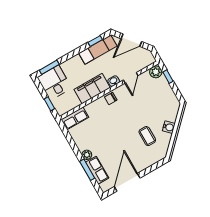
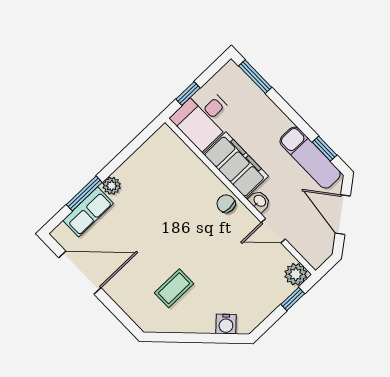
desk: (54, 83) -> (204, 118), moved, turned 180
row of seats: (75, 118) -> (173, 147), removed
water cooler: (169, 127) -> (226, 324), moved

